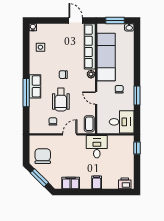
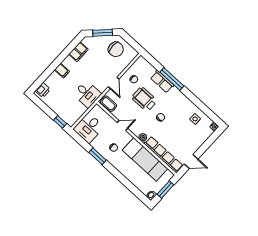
row of seats: (35, 86) -> (162, 81), moved

